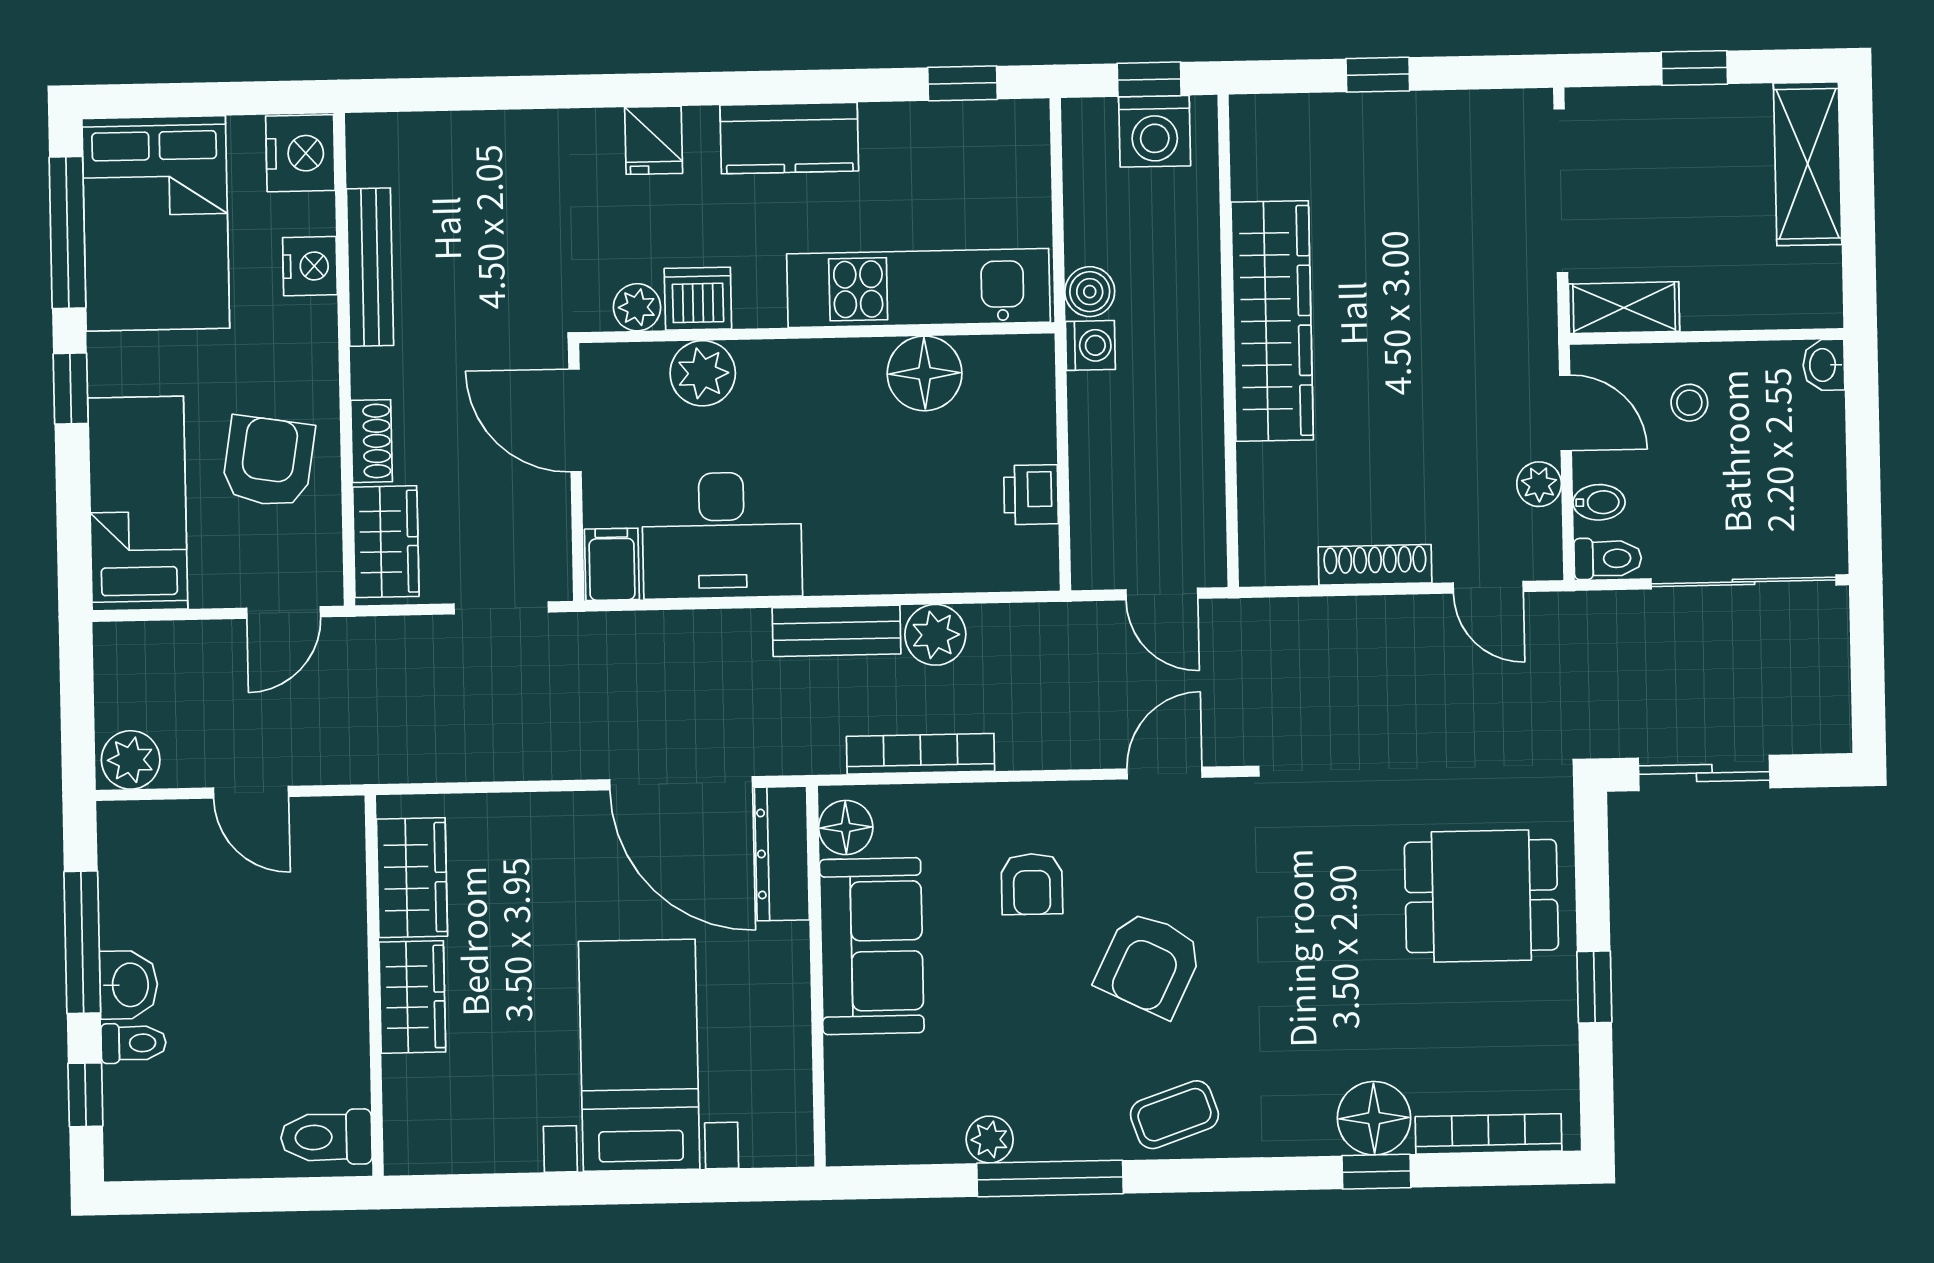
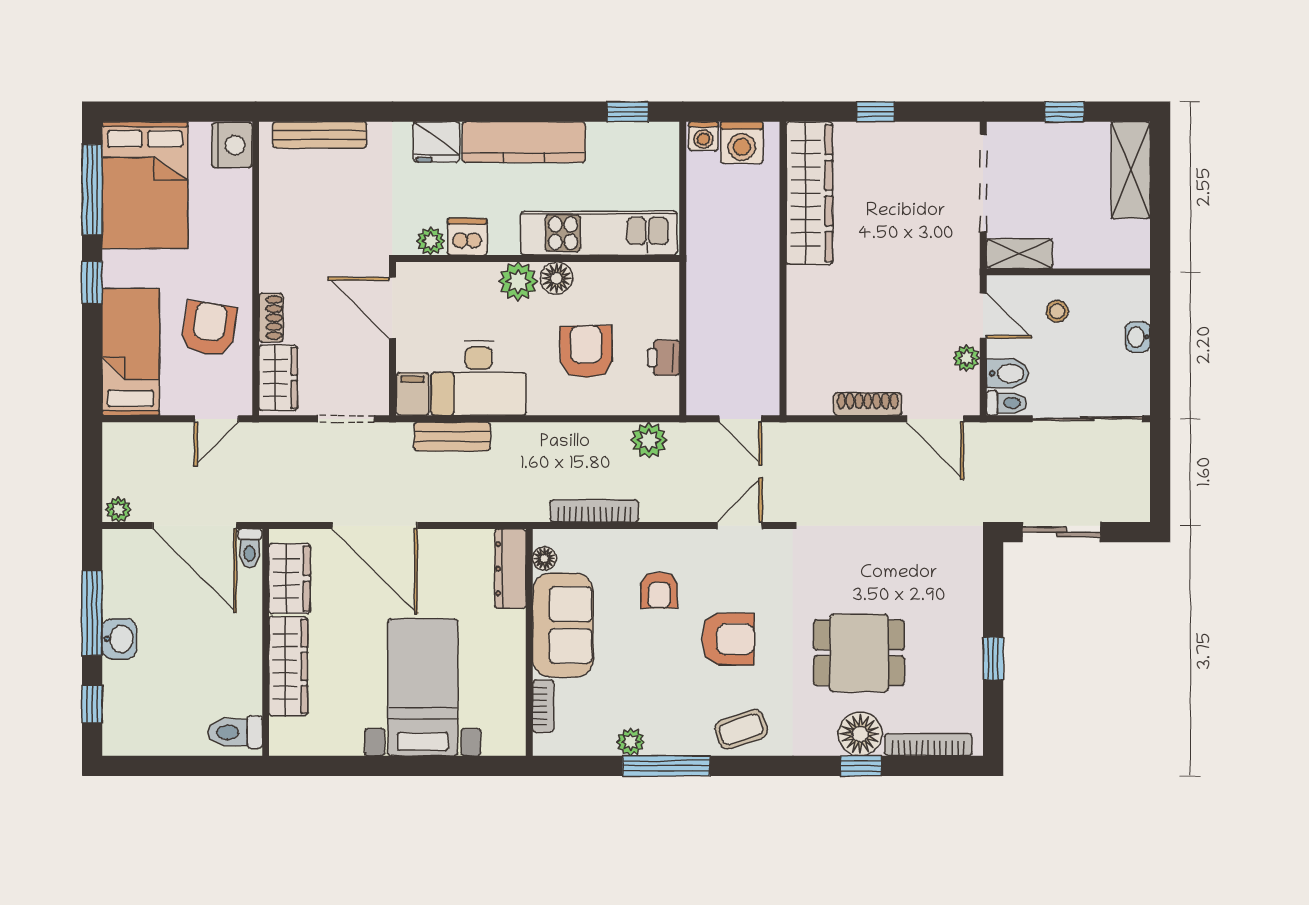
window: (1149, 79) -> (739, 112), removed
kitchen counter: (789, 138) -> (524, 142), width x1.50
fridge: (654, 140) -> (436, 142), width x1.38
nightstand: (310, 266) -> (236, 213), removed
bench: (370, 267) -> (320, 135), moved, turned 90
boiler: (1090, 292) -> (701, 237), removed
wardrobe: (1272, 321) -> (809, 193), moved
washing machine: (1090, 345) -> (703, 136), moved, turned 90
washbasin: (1824, 365) -> (1138, 337), moved
plant: (703, 373) -> (518, 281), moved
floor lamp: (925, 373) -> (556, 278), moved, width x0.73, depth x0.73
armchair: (902, 487) -> (586, 352), added
bidet: (1599, 502) -> (1008, 374), width x1.38, depth x1.36
door: (1488, 587) -> (935, 419), width x1.38
bench: (837, 631) -> (452, 437), moved
plant: (935, 635) -> (649, 440), moved
plant: (131, 760) -> (118, 510), width x0.73, depth x0.73
door: (681, 783) -> (375, 526), moved
door: (251, 792) -> (195, 526), width x1.87
floor lamp: (846, 827) -> (544, 558), width x0.73, depth x0.73
dining table: (1481, 896) -> (859, 653), moved
armchair: (1149, 964) -> (728, 639), turned -116
wardrobe: (412, 997) -> (288, 666), width x1.50
toilet: (134, 1043) -> (250, 548), moved, turned 90
bookcase: (841, 1082) -> (543, 706), added

